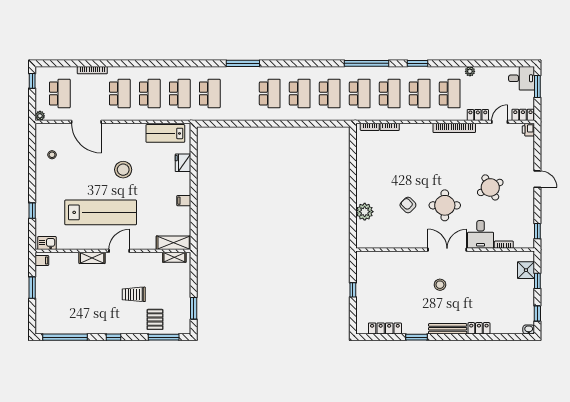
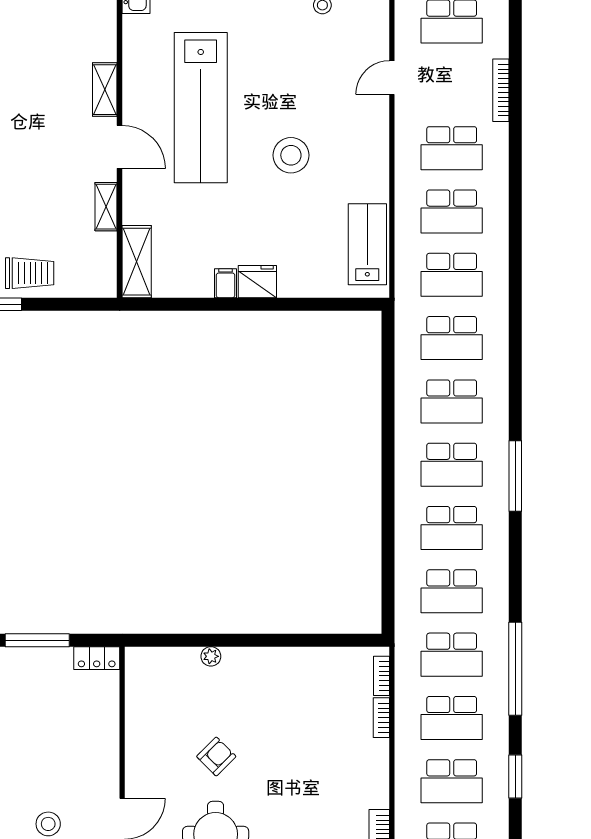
window: (243, 63) -> (515, 476), moved
school desk: (240, 93) -> (452, 401), added
door: (86, 122) -> (392, 78), width x0.53
fridge: (183, 163) -> (257, 282), moved
plant: (365, 212) -> (211, 656), width x0.53, depth x0.53
shelving: (174, 257) -> (106, 207), moved
locker: (361, 262) -> (97, 658), added
window: (353, 290) -> (37, 640), width x2.17
trolley: (134, 294) -> (30, 273), moved, turned 90

